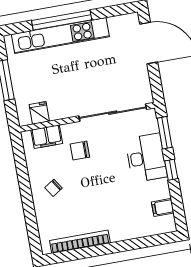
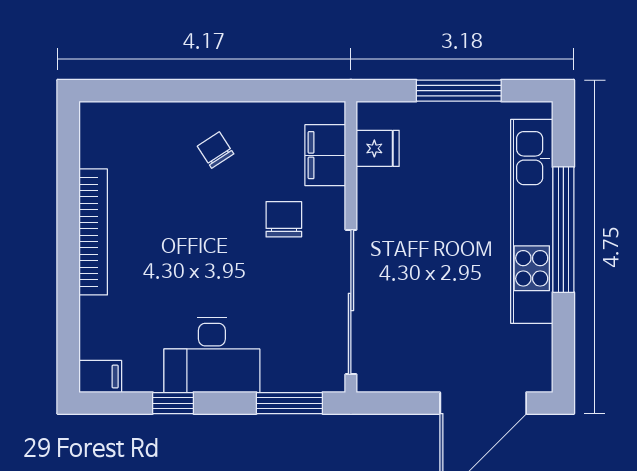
desk: (146, 158) -> (212, 355), moved
window: (171, 170) -> (173, 403), moved
filing cabinet: (163, 207) -> (100, 377), moved, turned 90
bookcase: (80, 242) -> (93, 232), moved

